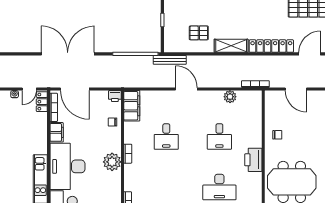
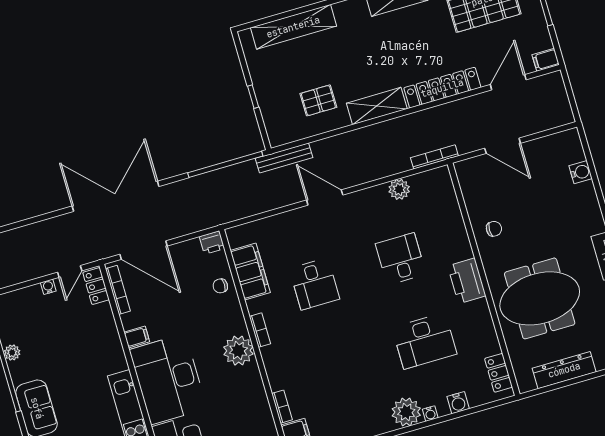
filing cabinet: (132, 106) -> (250, 272), moved
filing cabinet: (57, 132) -> (137, 337), width x0.50
desk: (219, 136) -> (401, 259), turned 180

